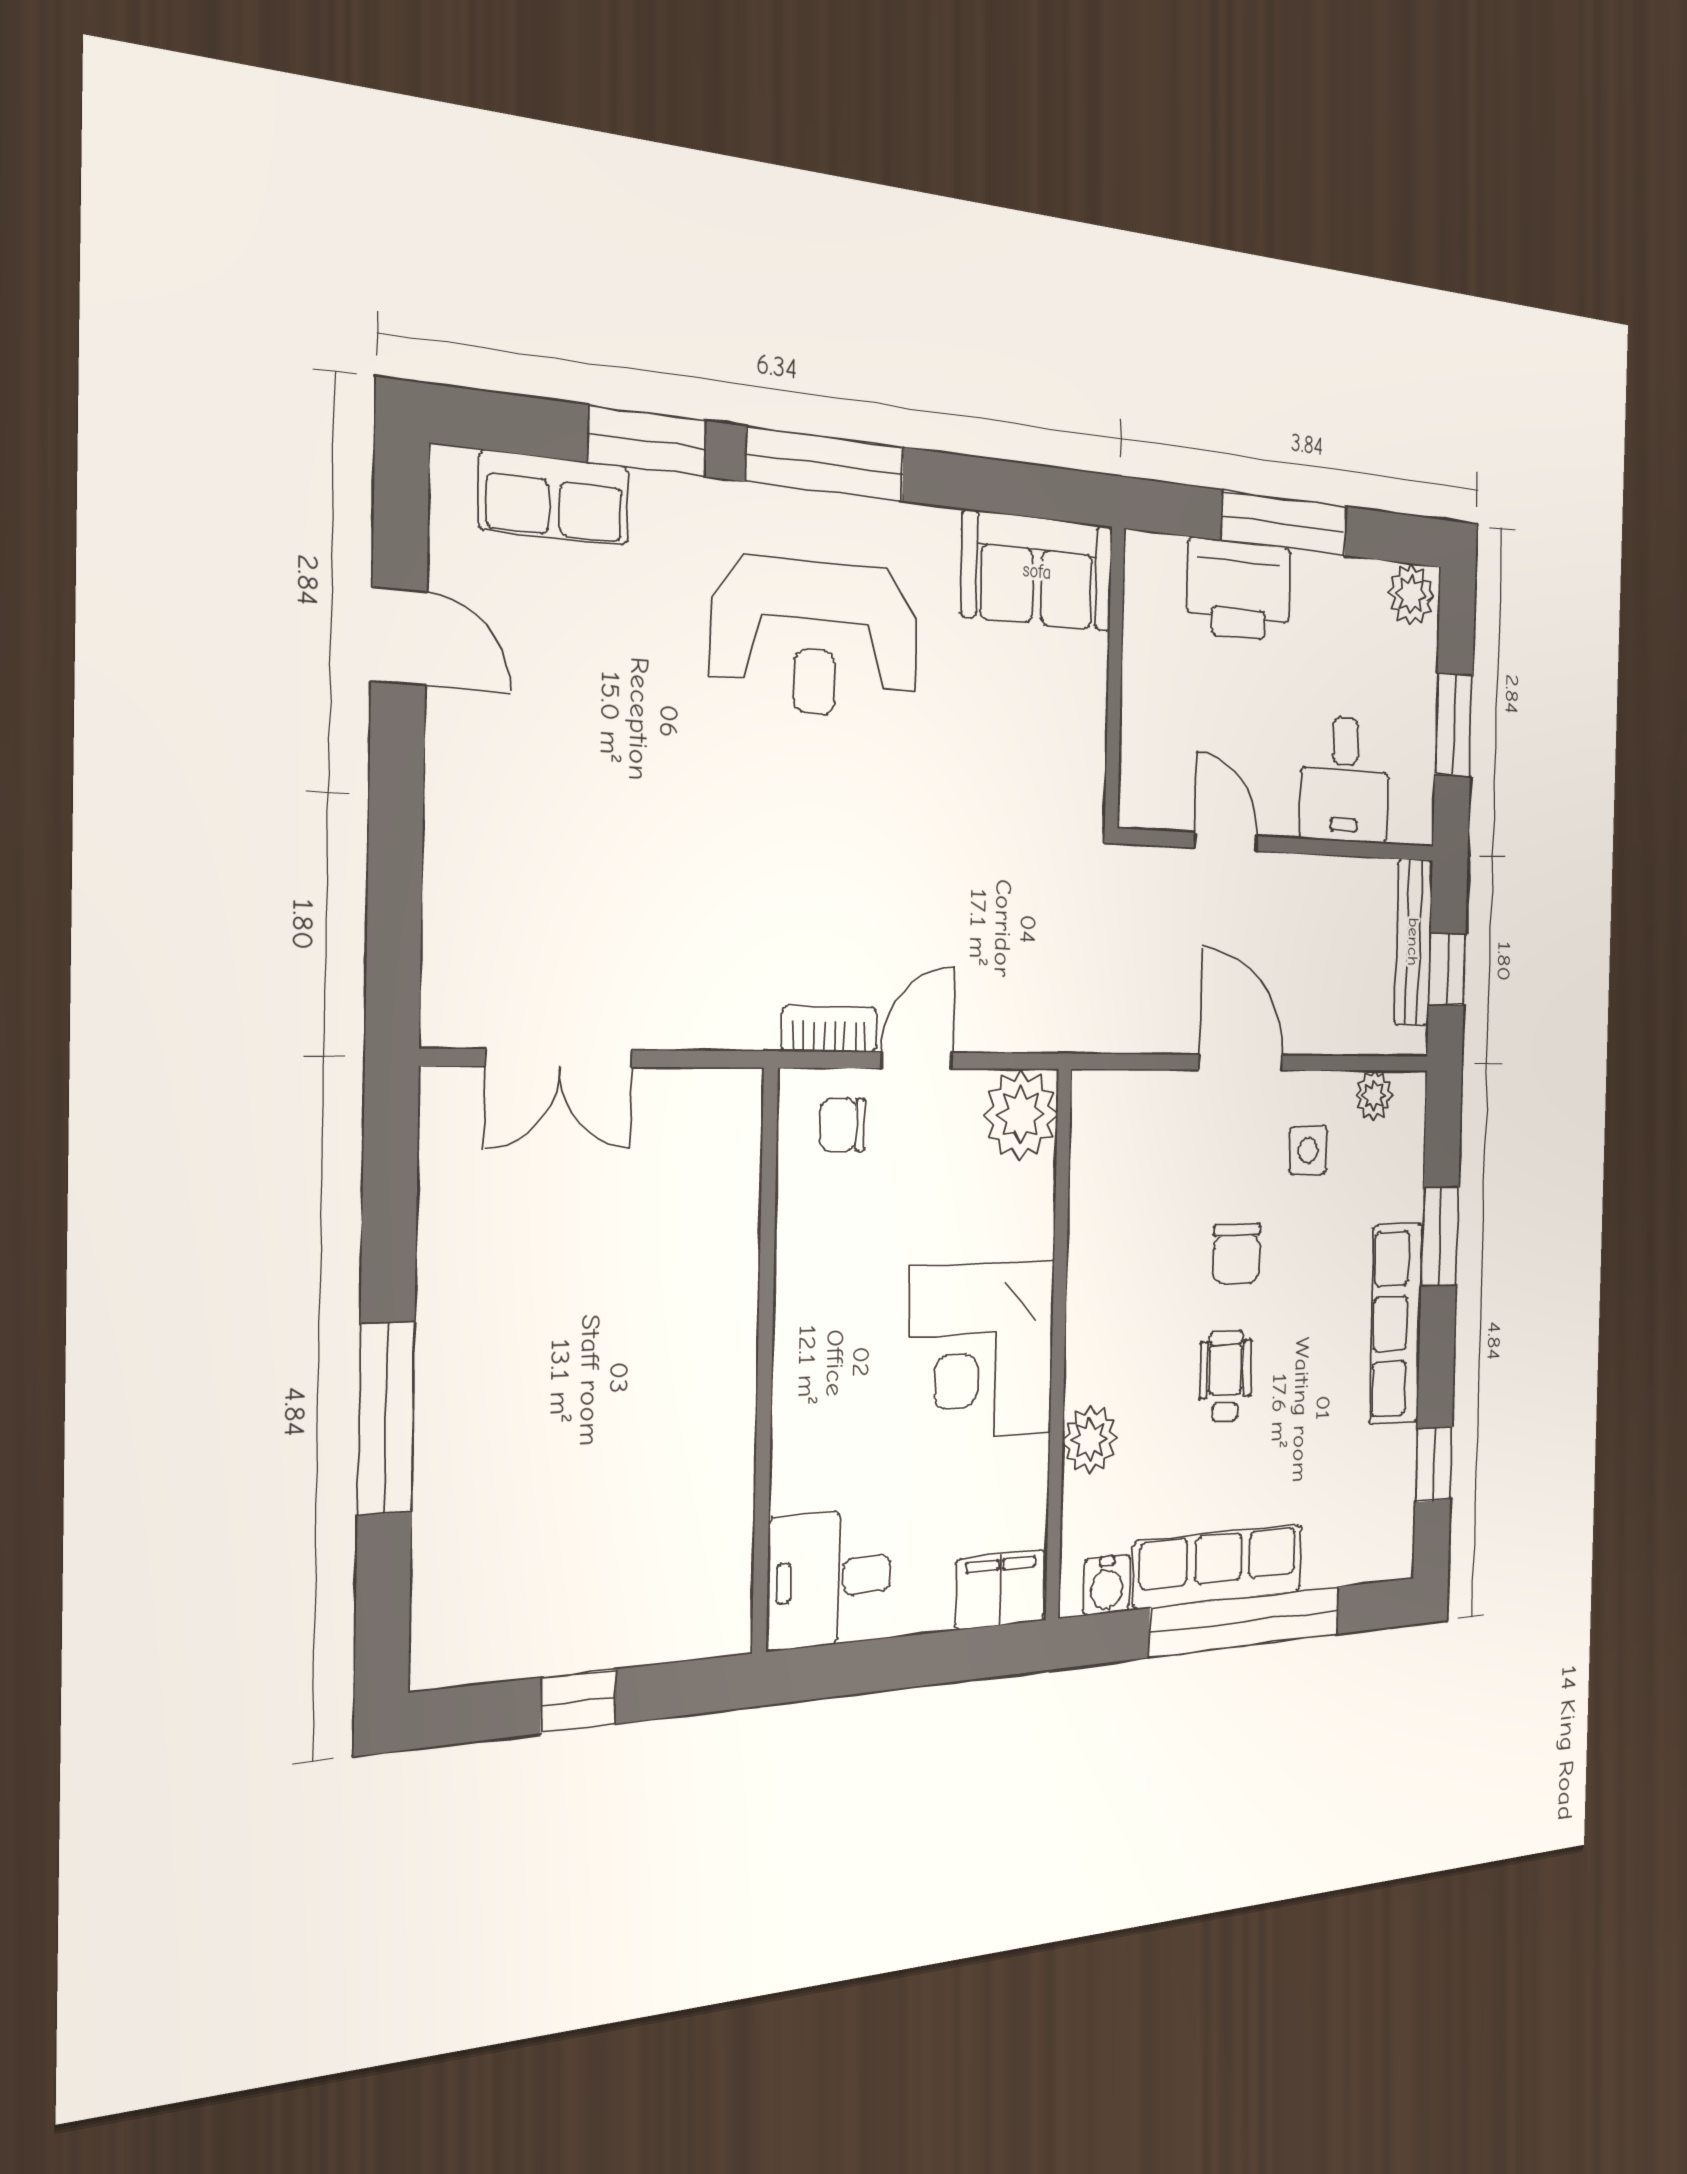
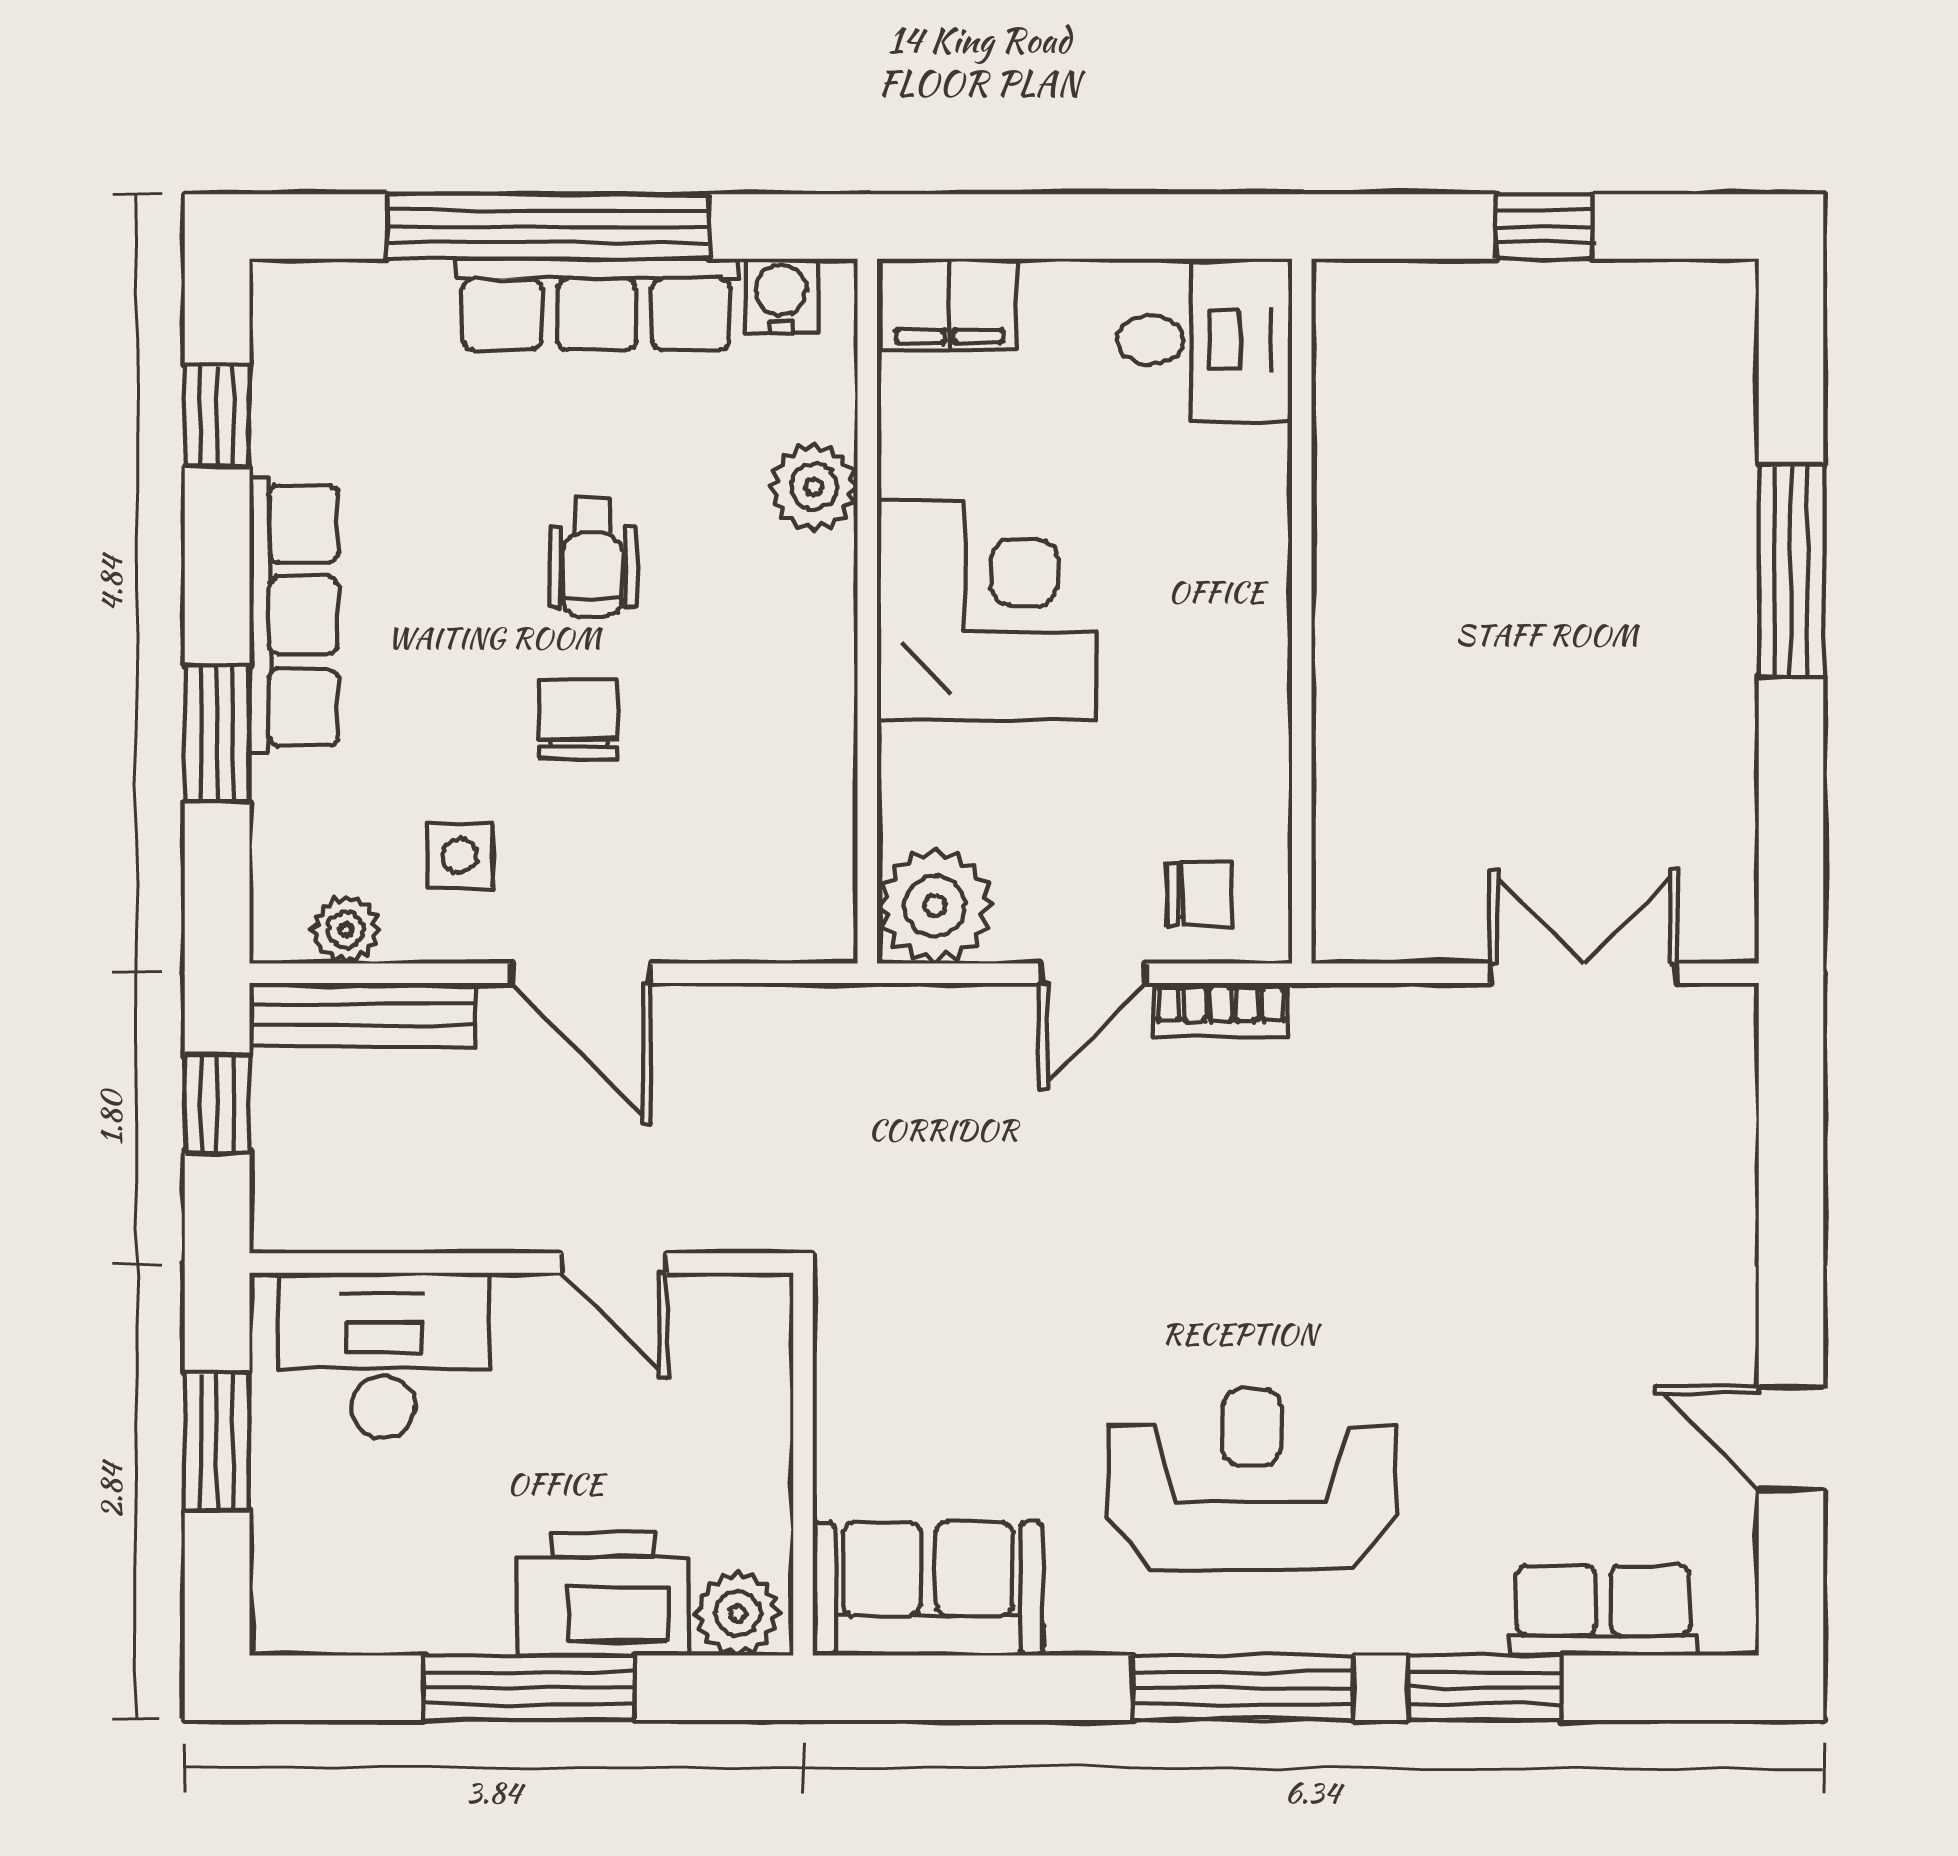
plant: (1411, 595) -> (738, 1613), moved
desk: (1345, 779) -> (383, 1356), width x1.37
bench: (1413, 942) -> (363, 1015), moved, turned 90

